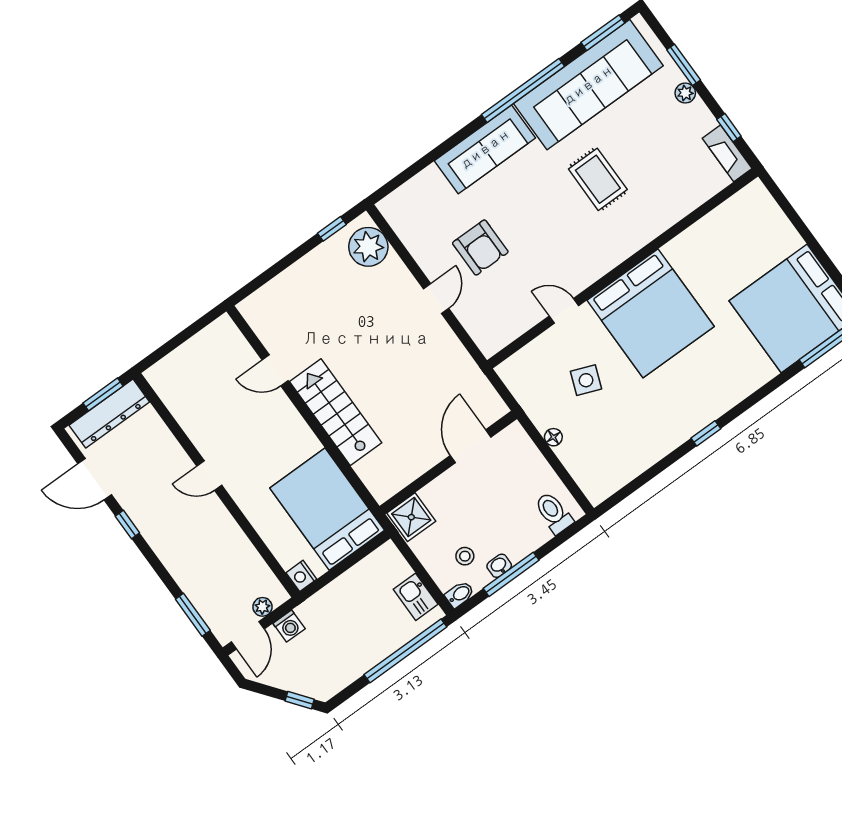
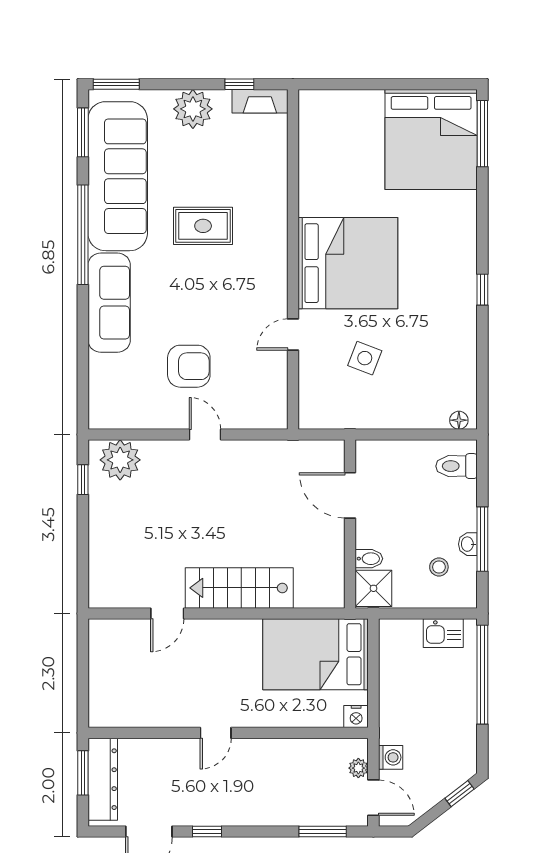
window: (684, 65) -> (116, 84), moved
plant: (685, 93) -> (193, 109), width x1.88, depth x1.88
floor lamp: (553, 437) -> (459, 420), moved
bidet: (460, 594) -> (369, 559), moved, turned 90

